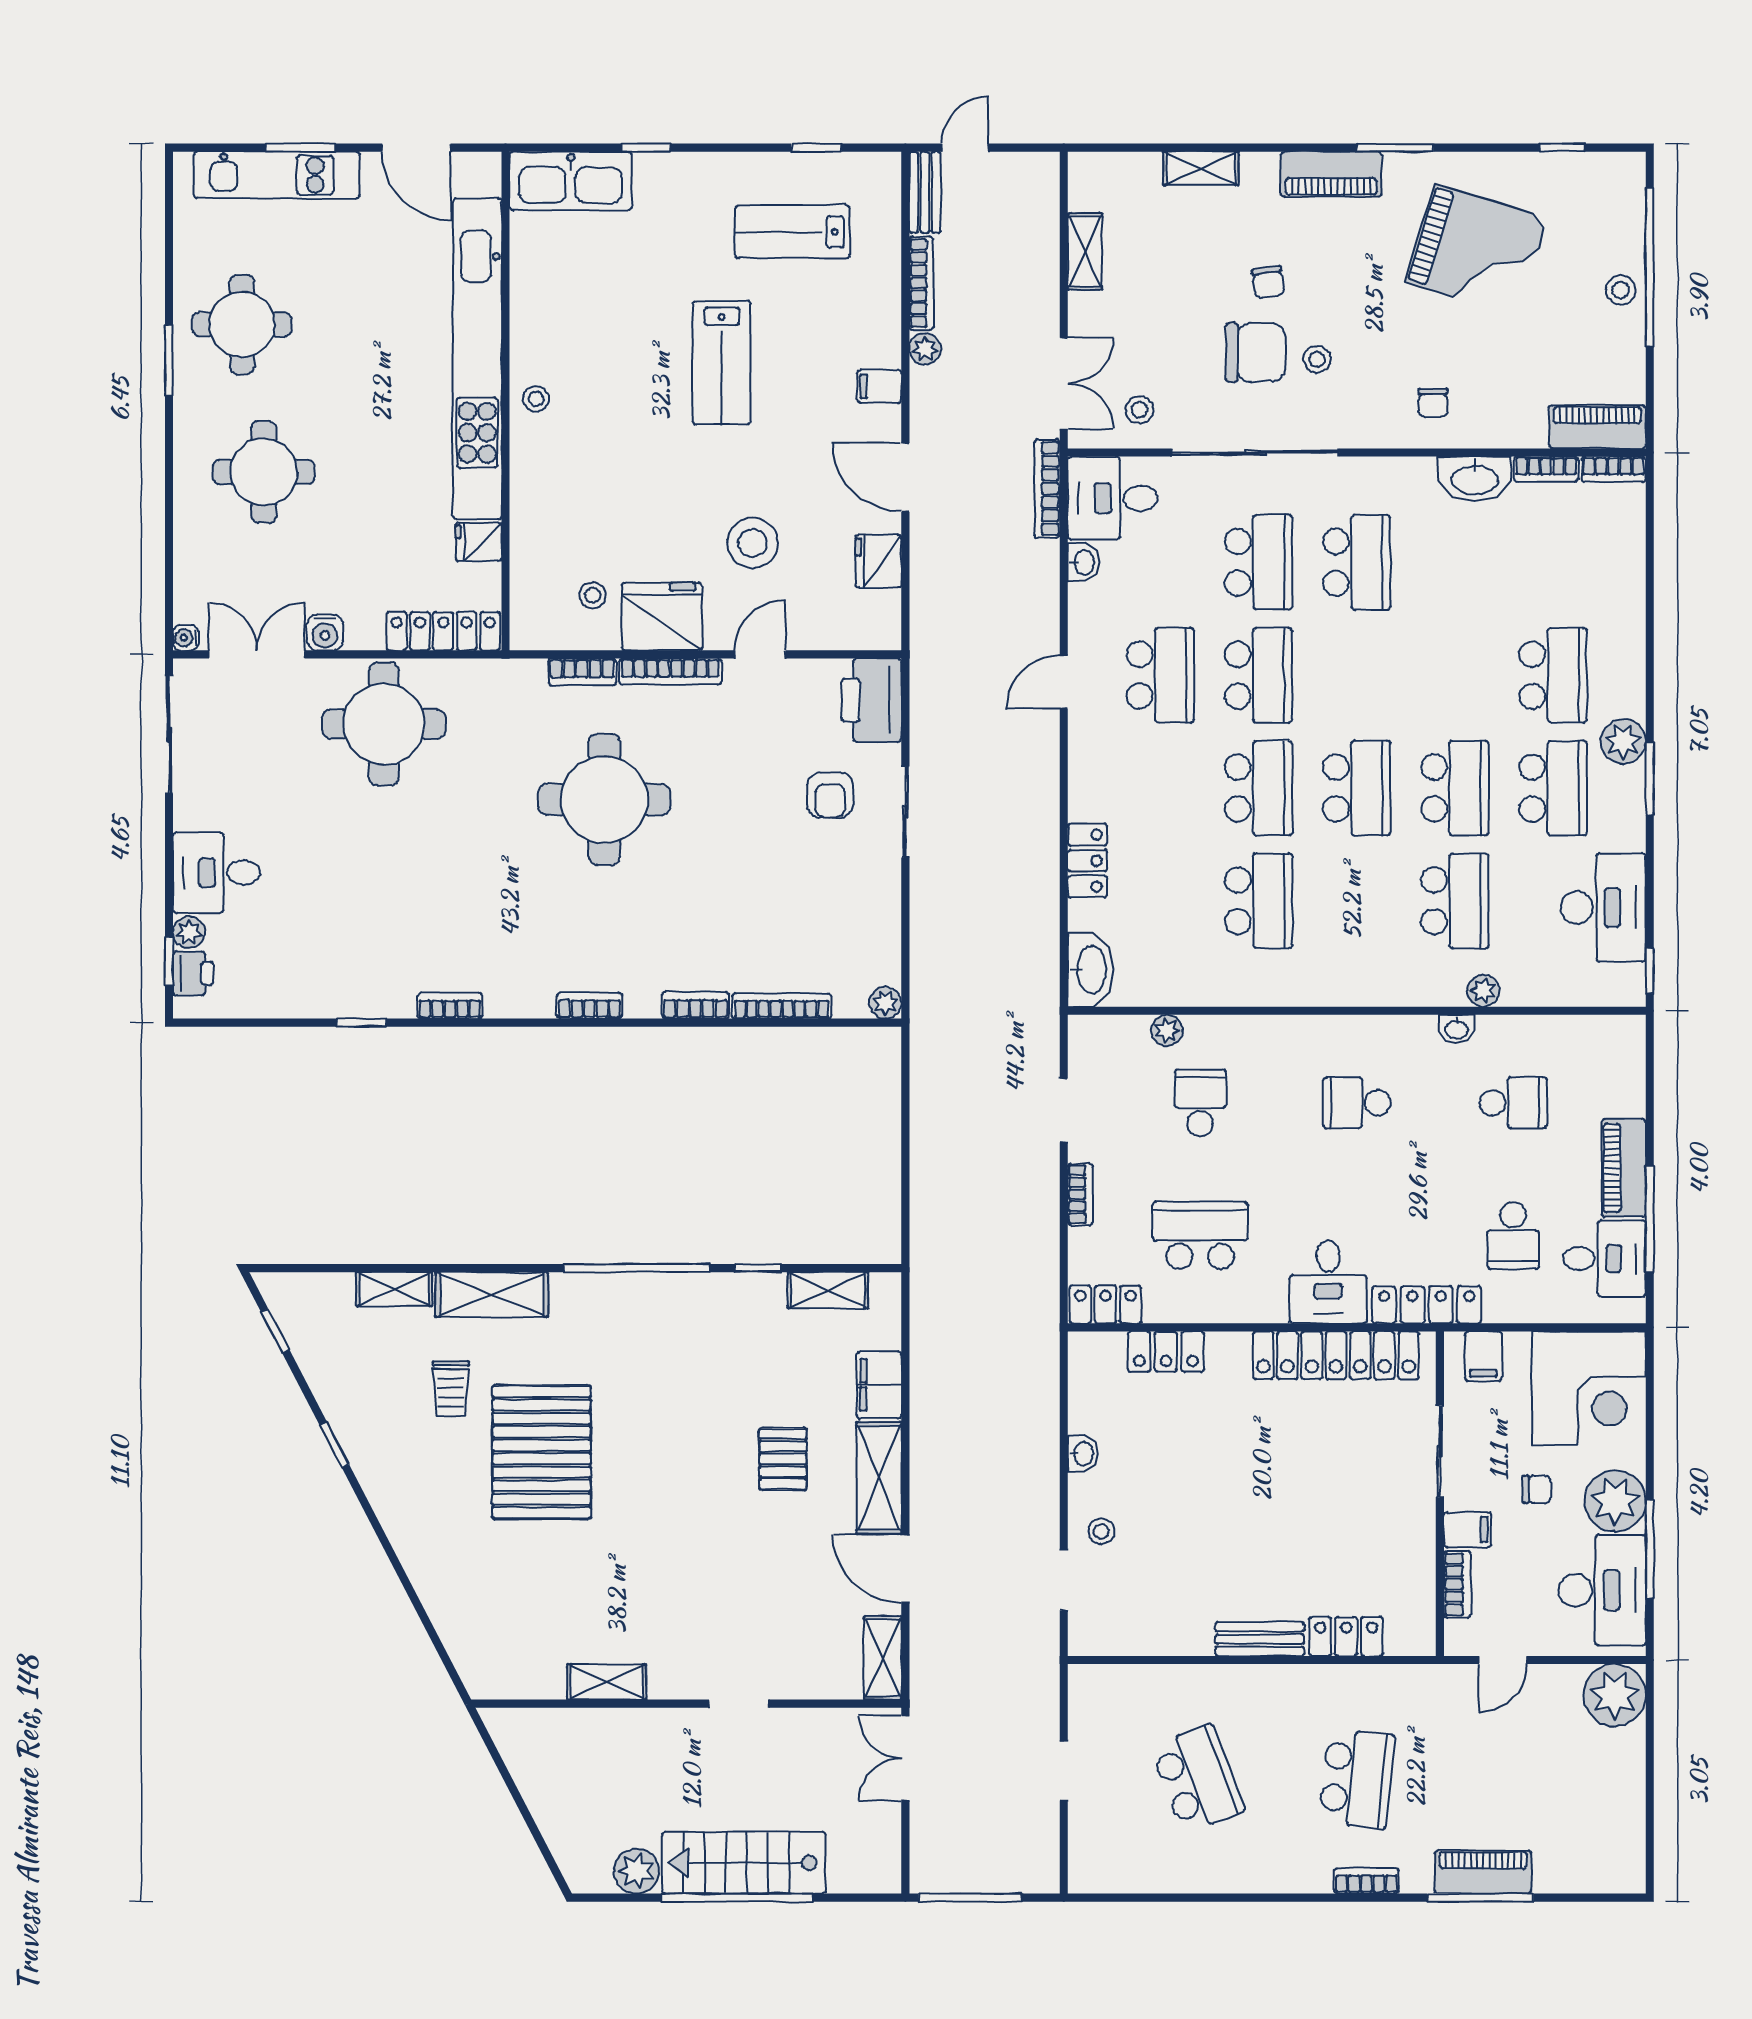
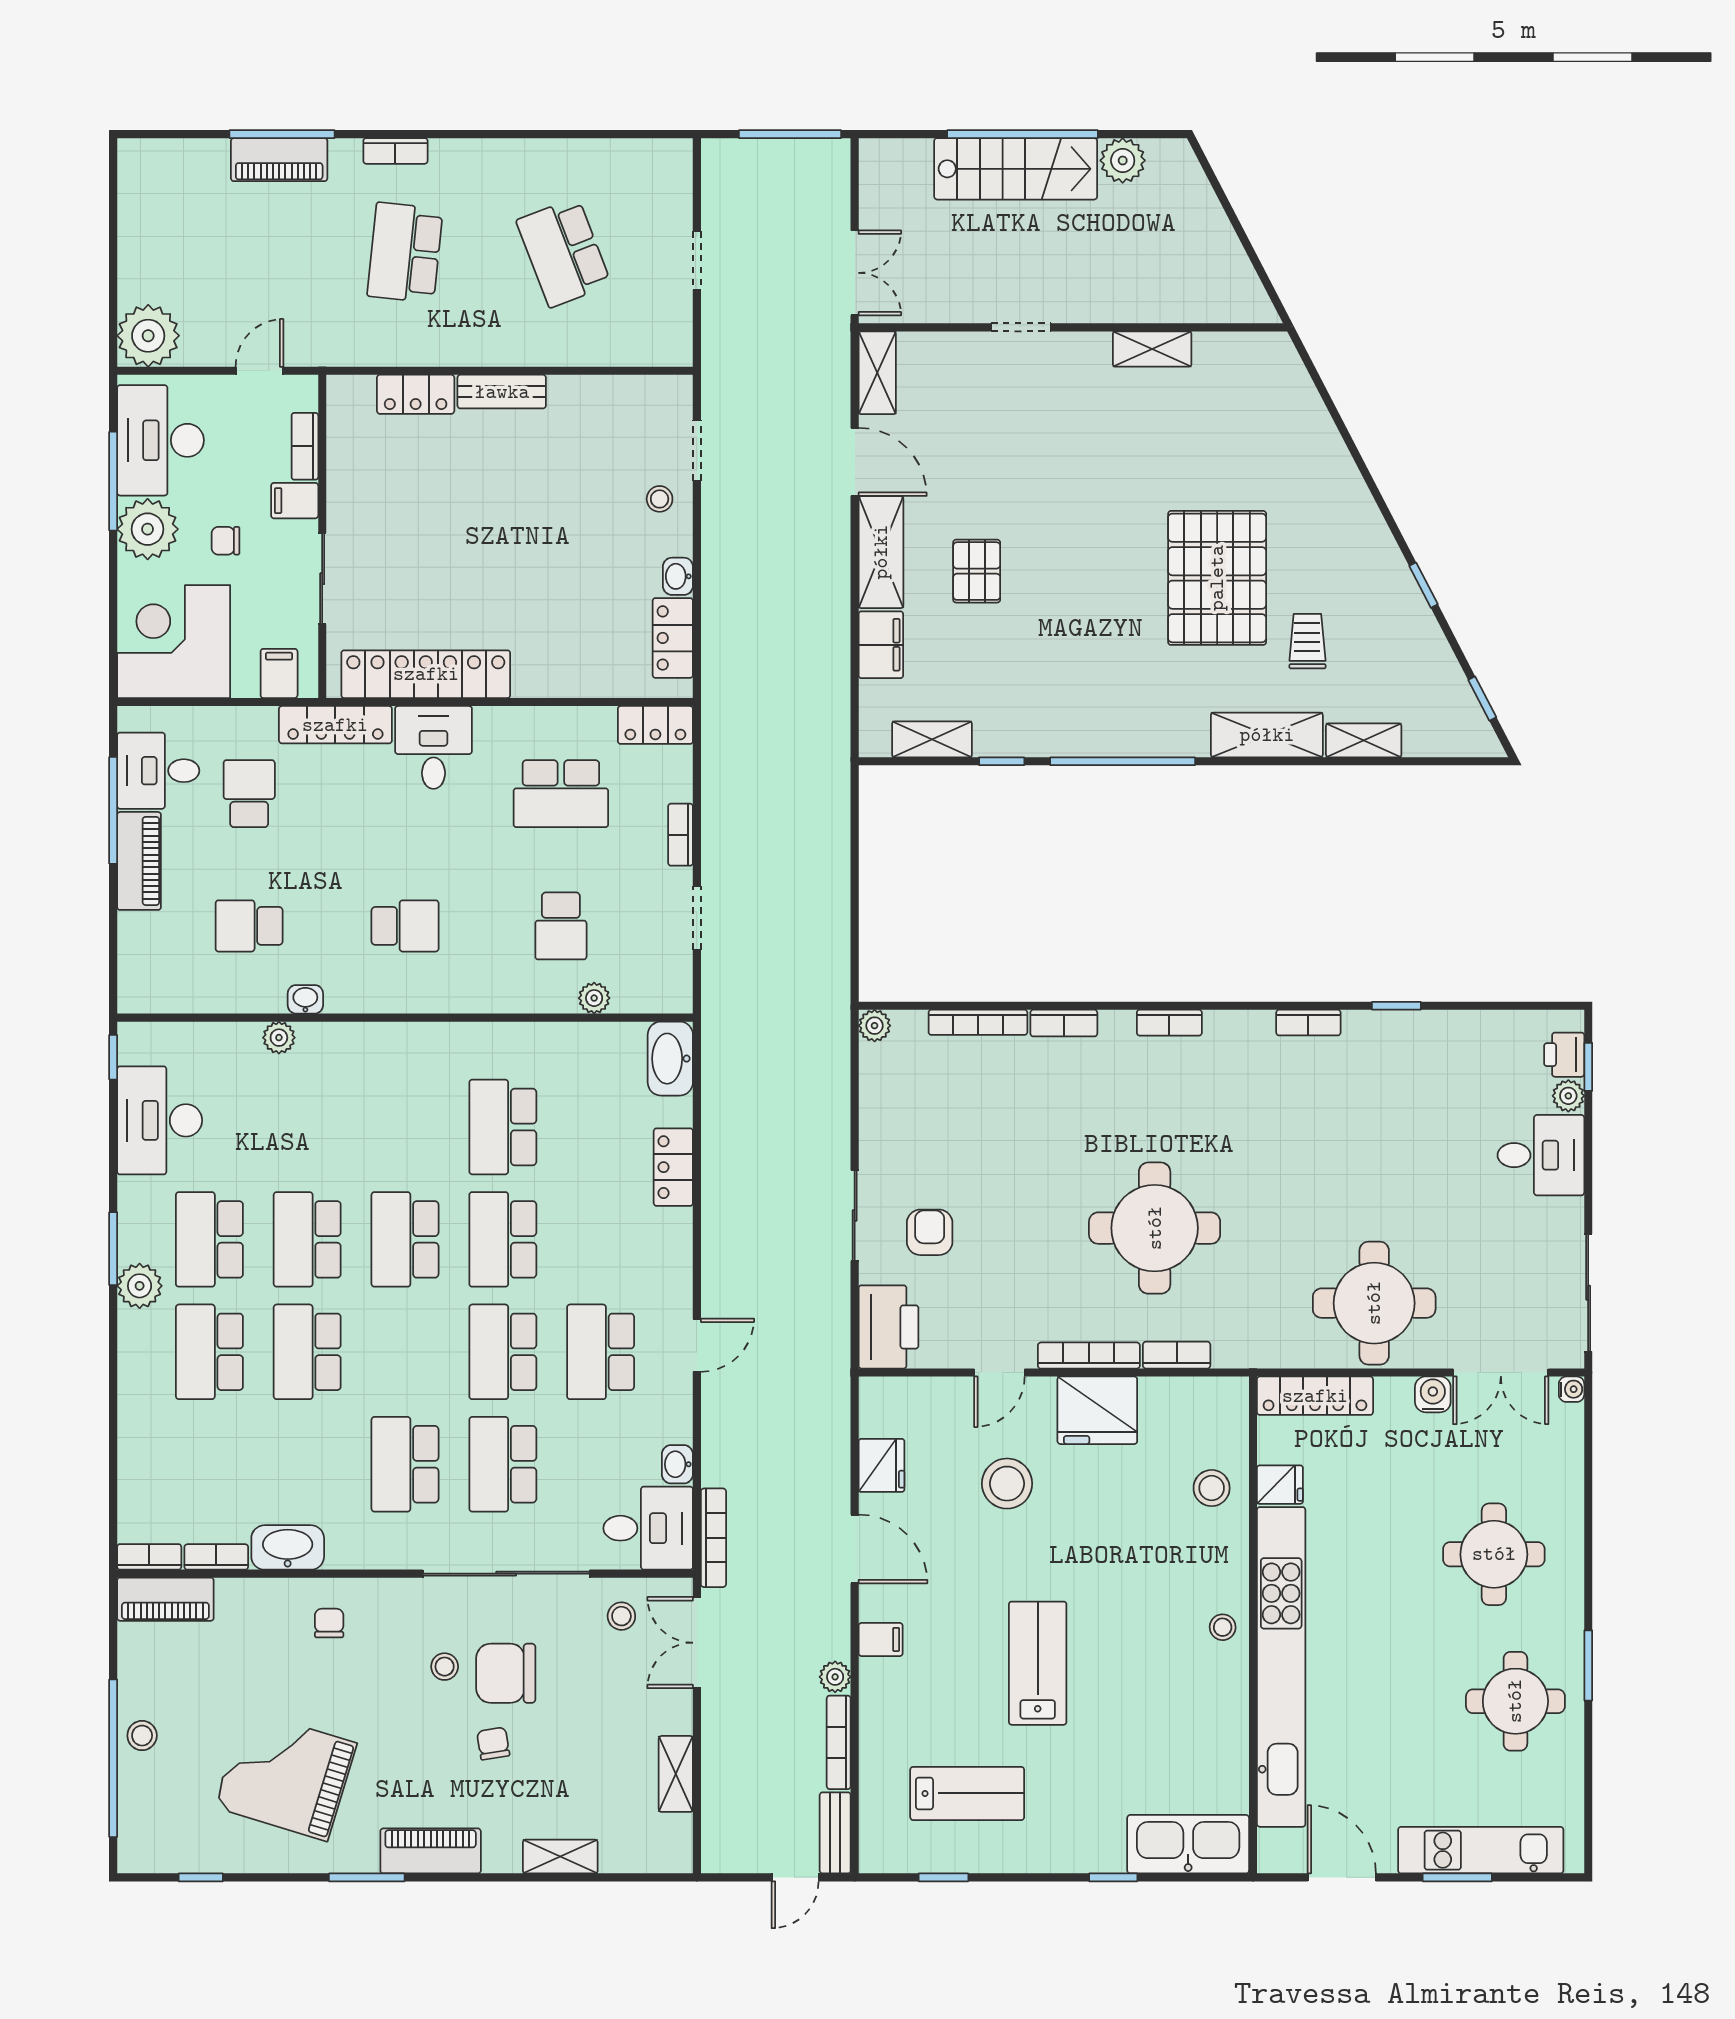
stool: (593, 595) -> (1212, 1488), moved, width x1.37, depth x1.37
school desk: (1455, 901) -> (307, 1352), moved
locker: (1166, 1352) -> (673, 638), moved, turned -90

